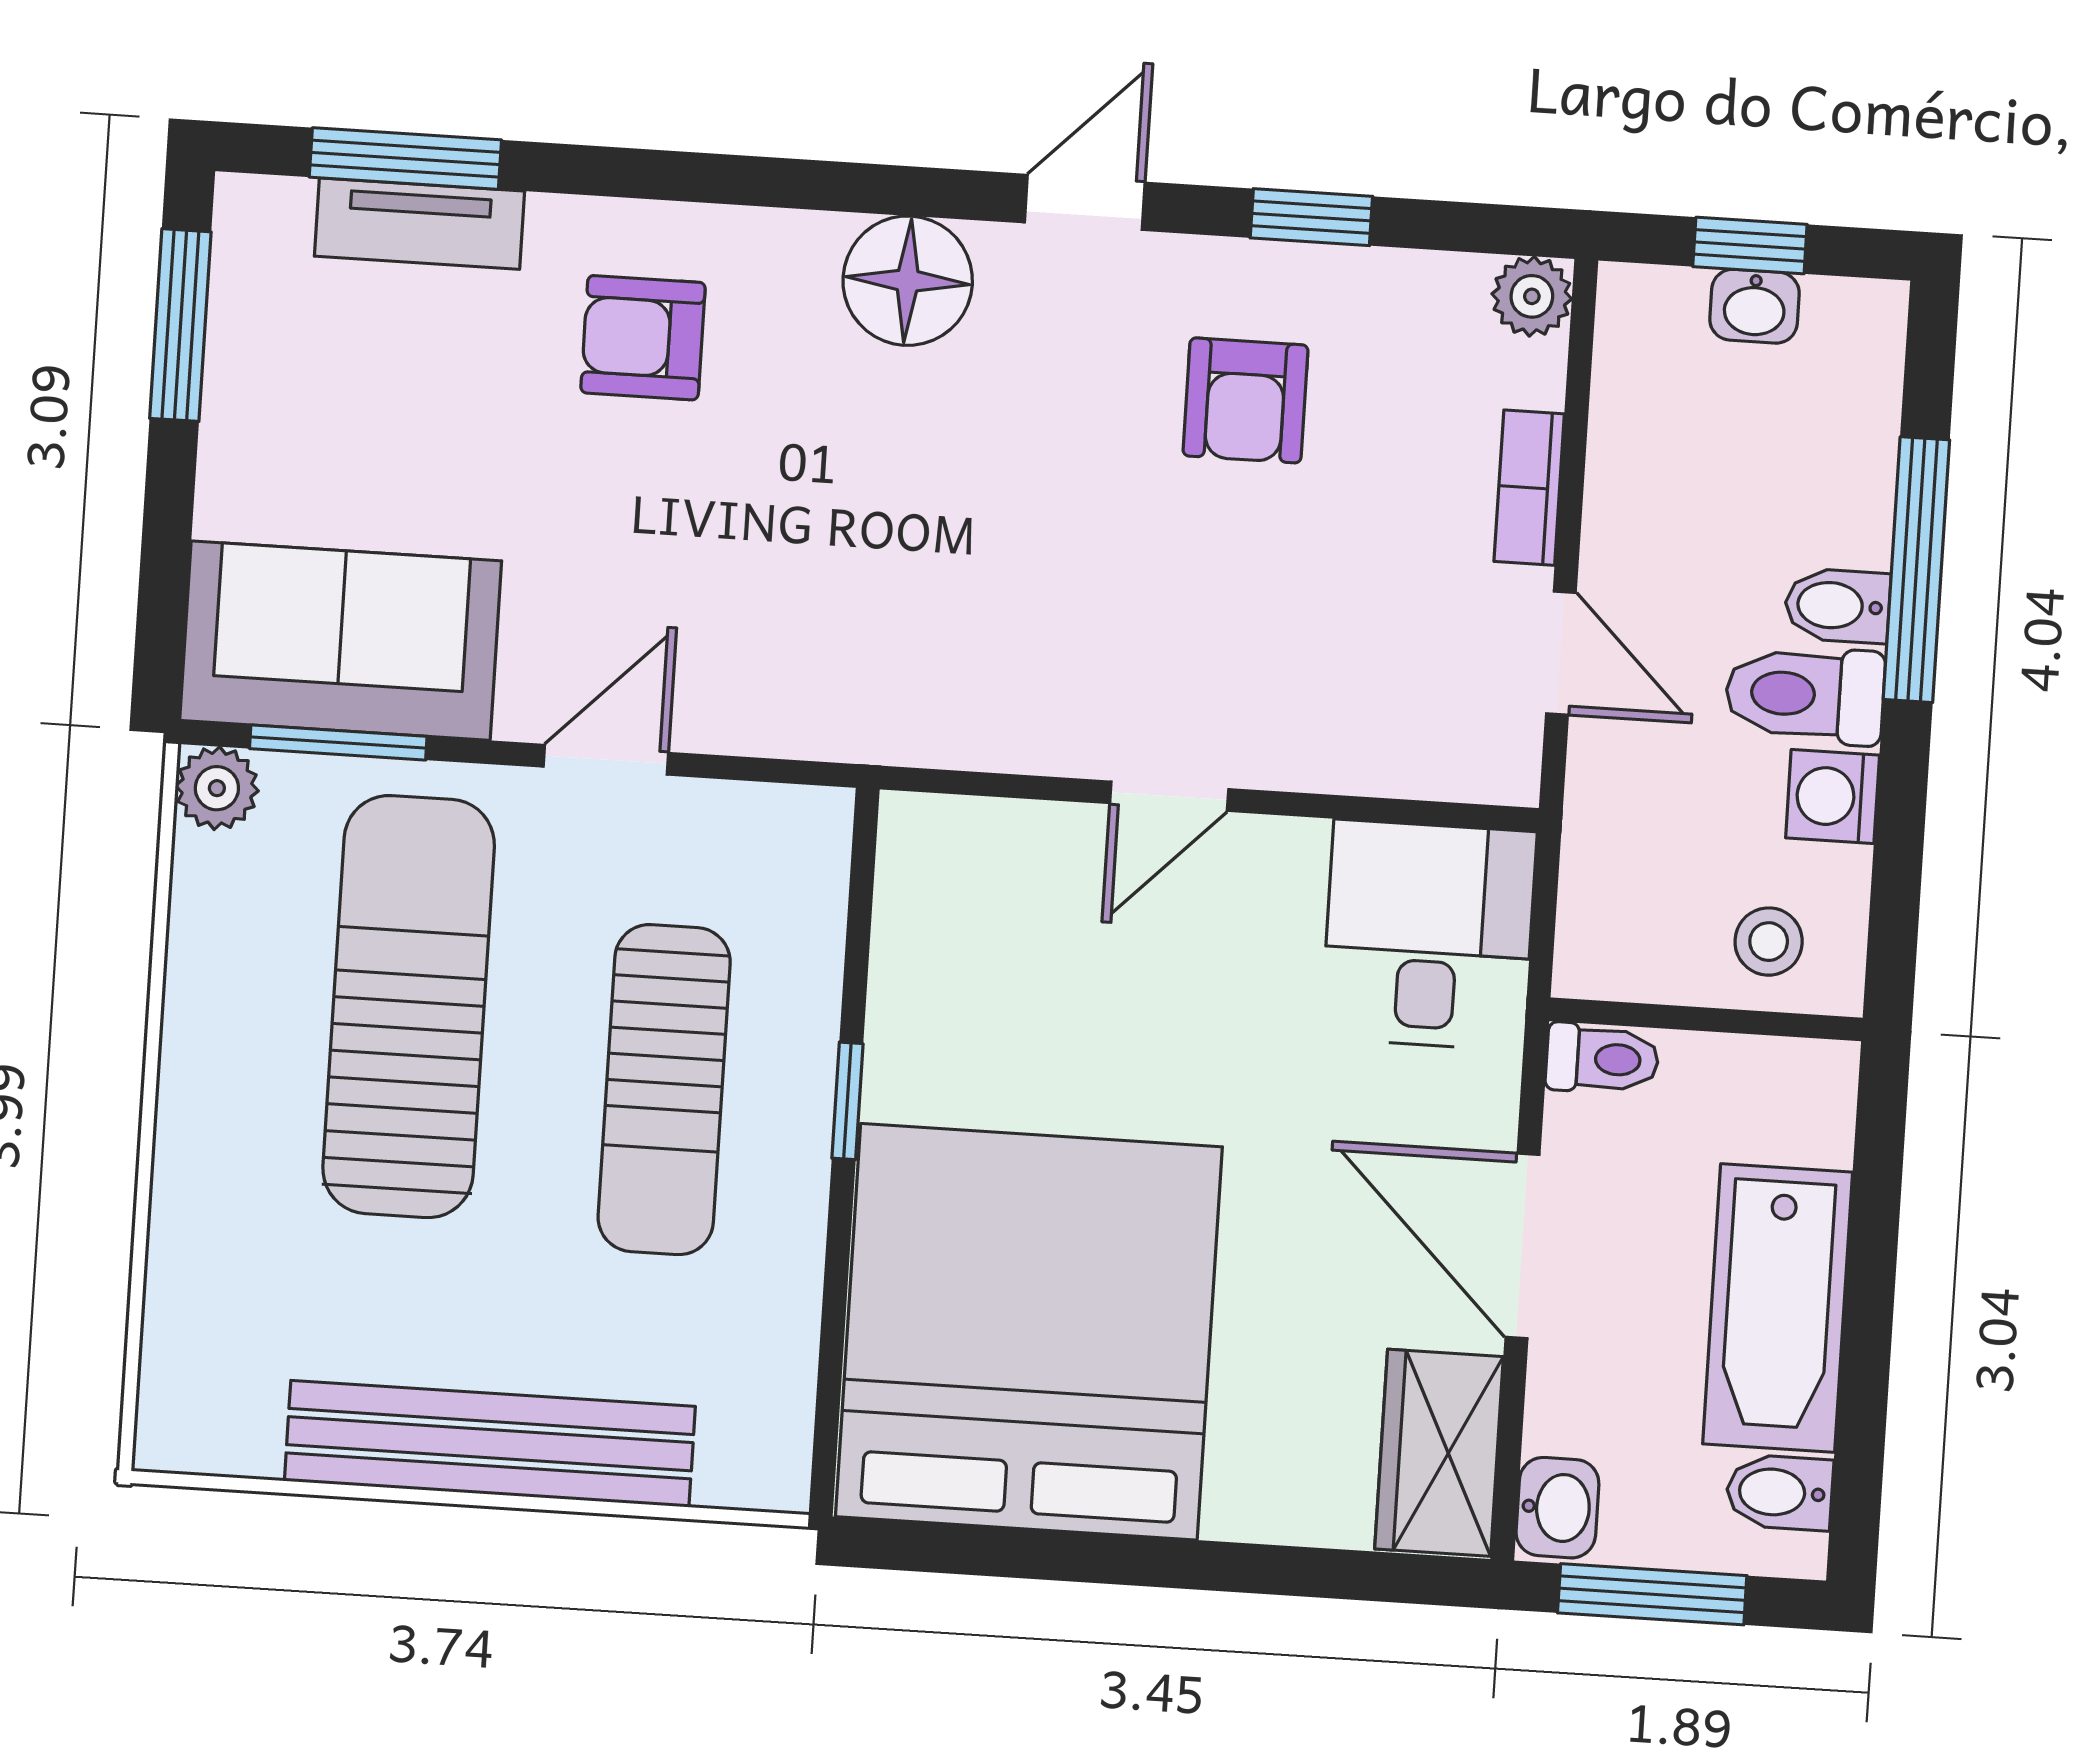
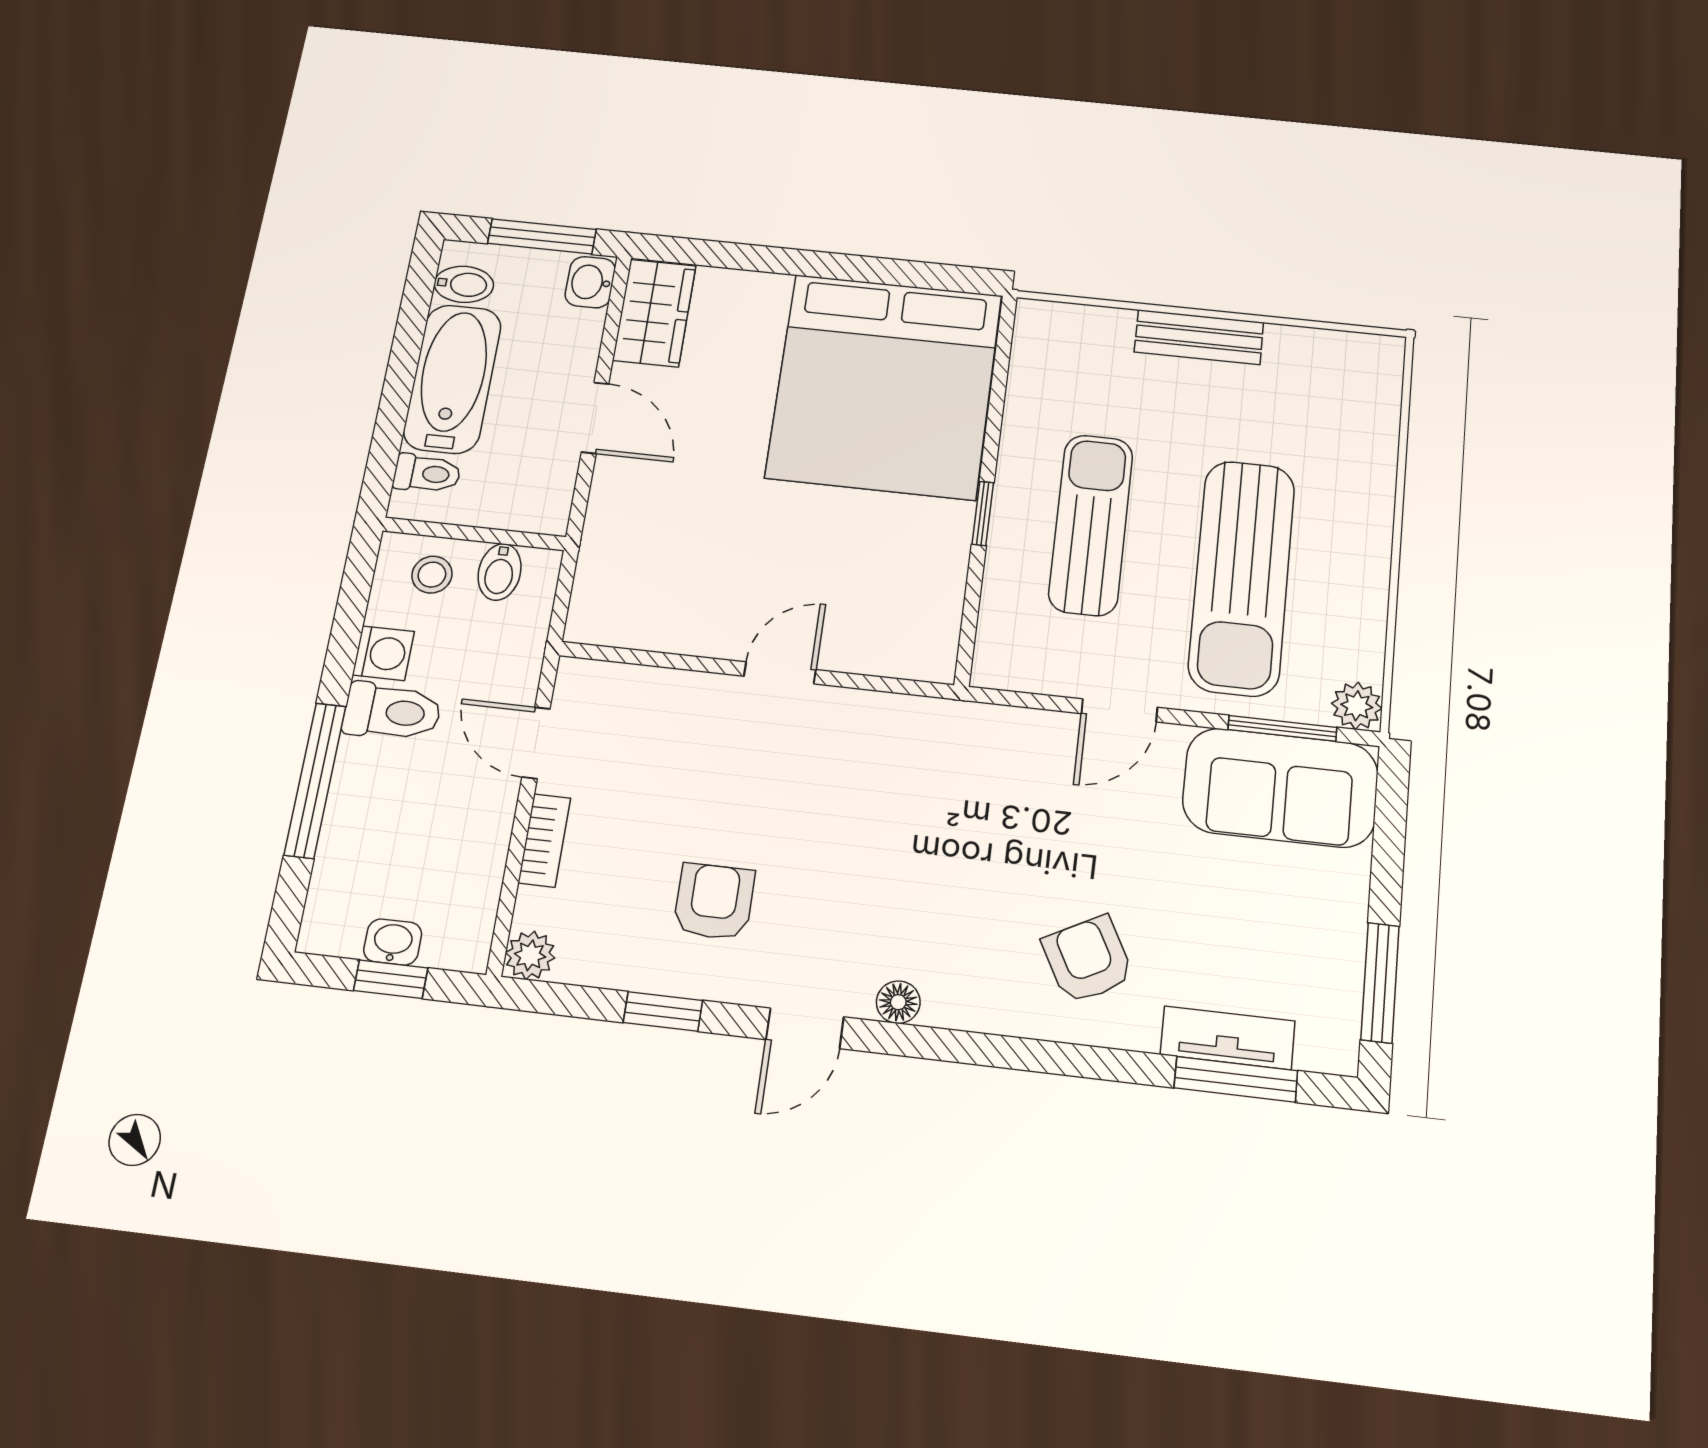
floor lamp: (908, 281) -> (898, 1002), width x0.53, depth x0.53
armchair: (643, 338) -> (1088, 959), turned -118
bidet: (1837, 606) -> (500, 572), moved, turned 90
desk: (1429, 935) -> (632, 588), removed
toilet: (1602, 1059) -> (427, 474), moved, turned 180
door: (1523, 1246) -> (595, 418), width x0.73
bench: (490, 1444) -> (1199, 337), width x0.54, depth x0.82

